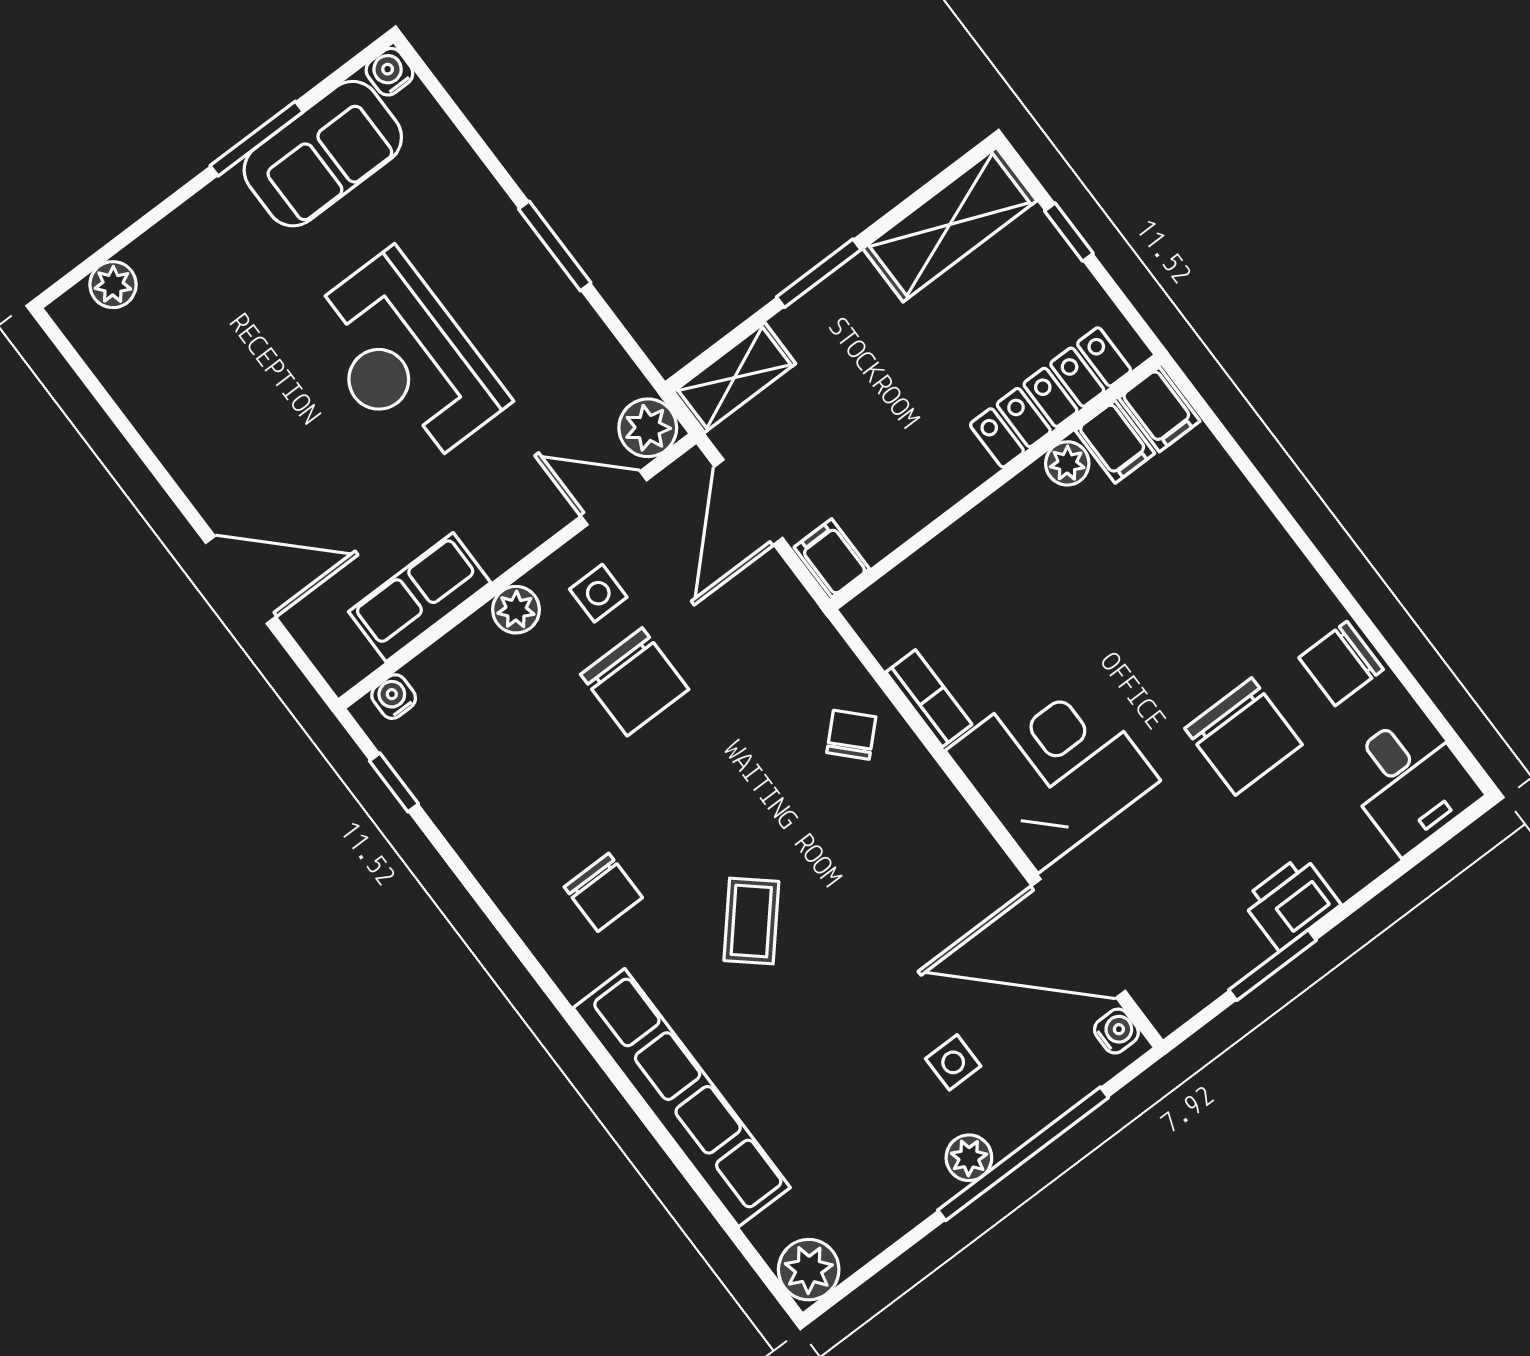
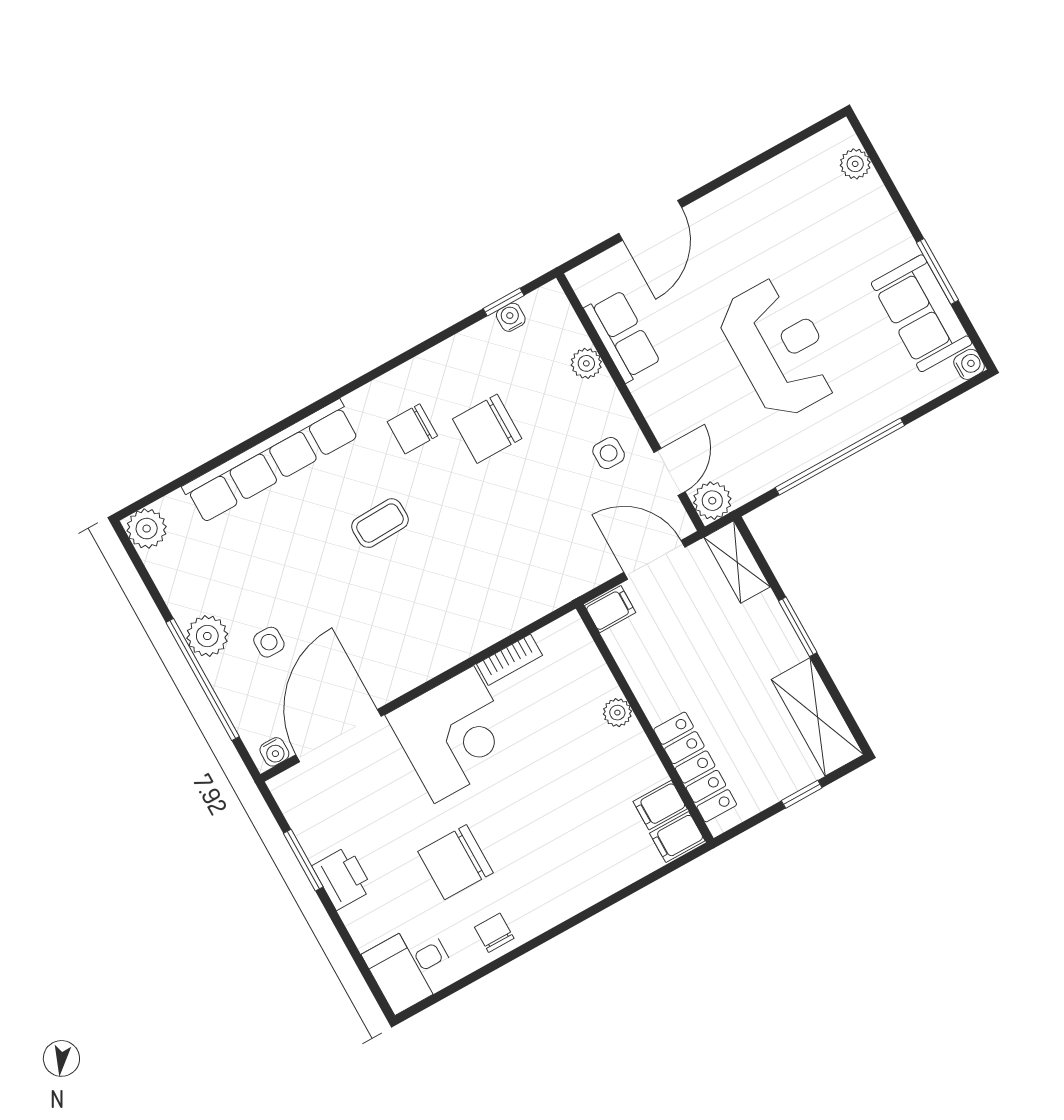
window: (555, 246) -> (840, 457), width x2.11
reception desk: (405, 360) -> (779, 348), turned 90
plant: (1067, 463) -> (617, 713), moved
plant: (516, 610) -> (586, 363), moved
chair: (1341, 664) -> (494, 933), width x0.73, depth x0.73
chair: (635, 682) -> (487, 429), moved
water cooler: (394, 697) -> (511, 317), moved, turned -90
chair: (851, 735) -> (493, 606), removed
coffee table: (751, 921) -> (380, 523), turned -43
plant: (969, 1158) -> (207, 636), width x1.38, depth x1.38

